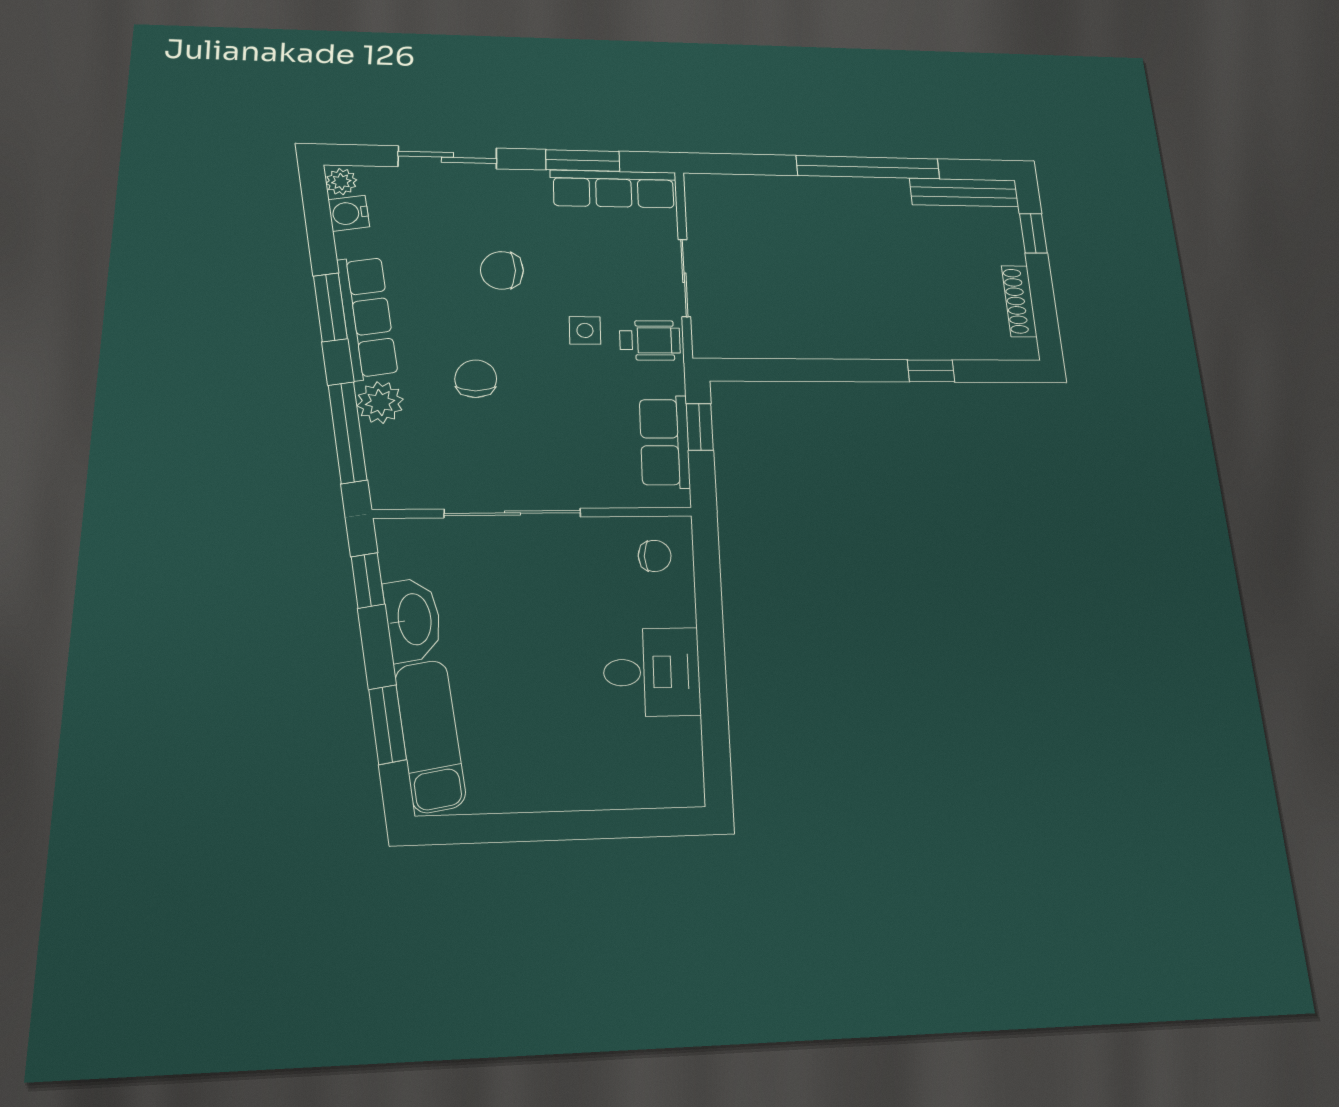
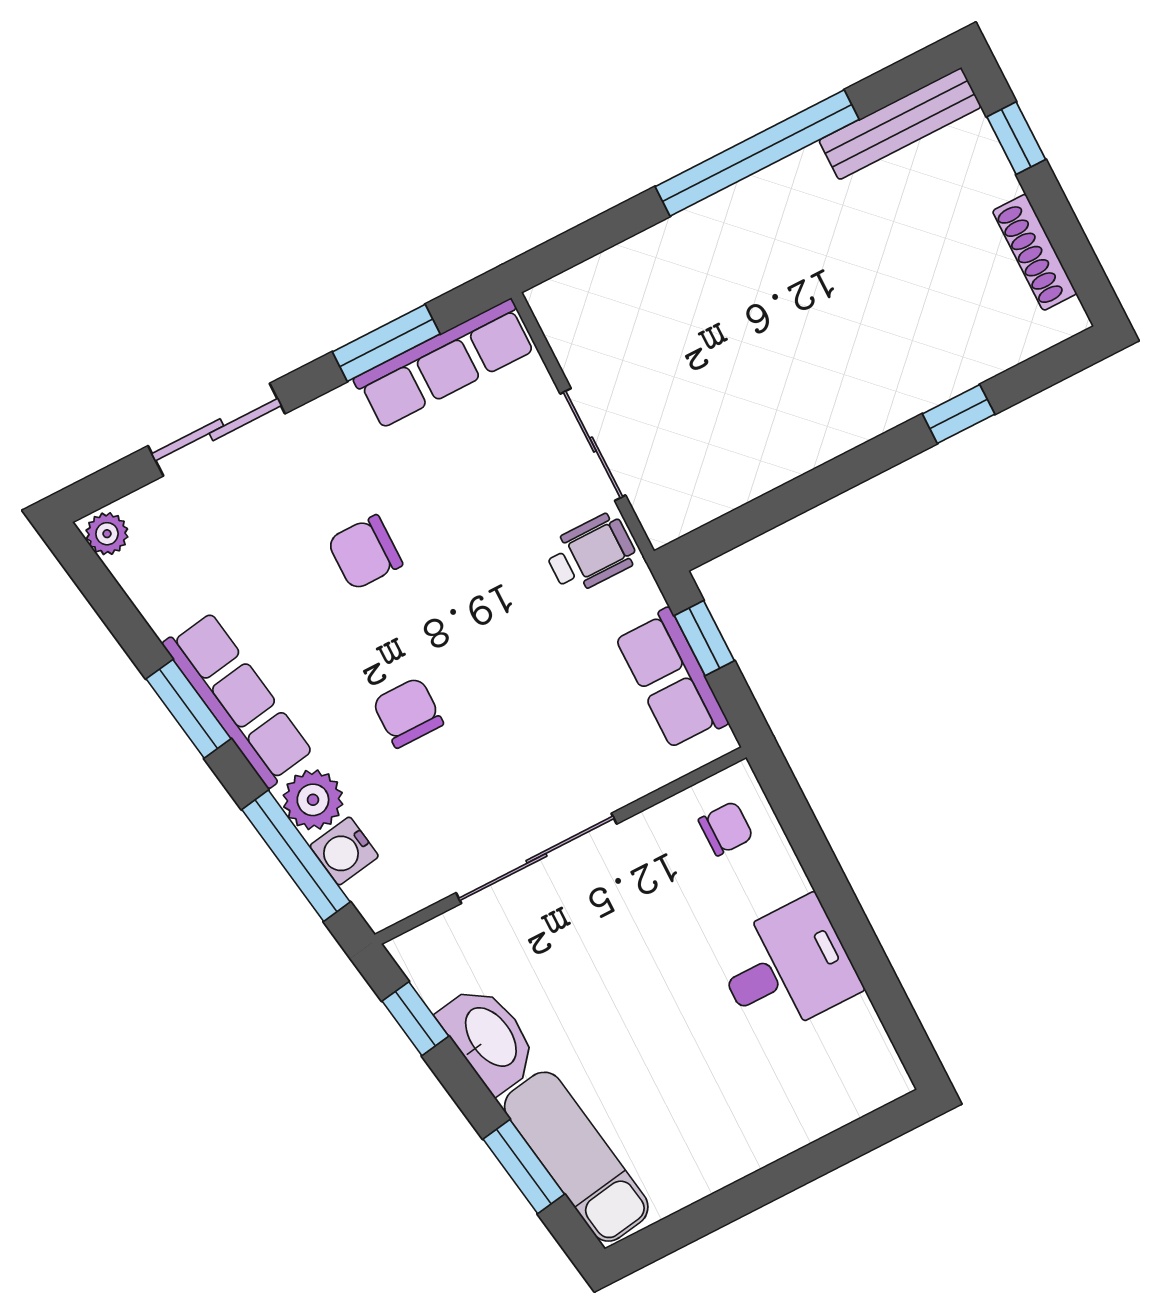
water cooler: (349, 213) -> (344, 851), moved
side table: (585, 330) -> (506, 581), removed

